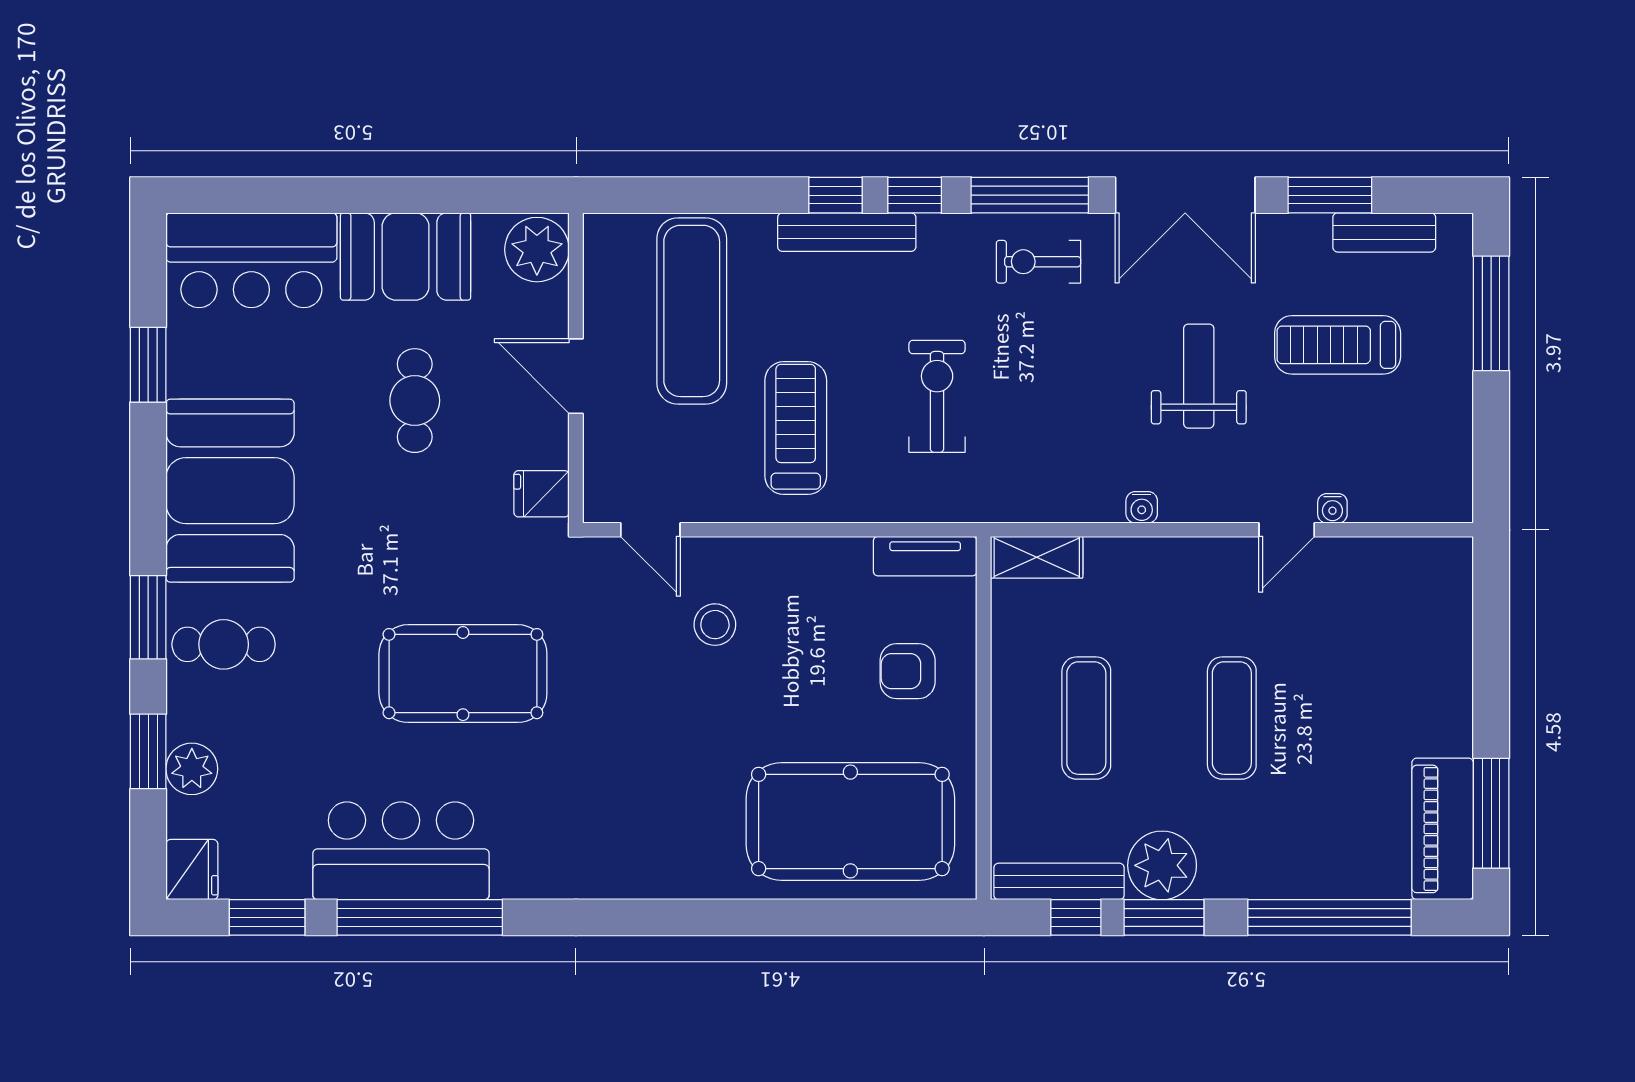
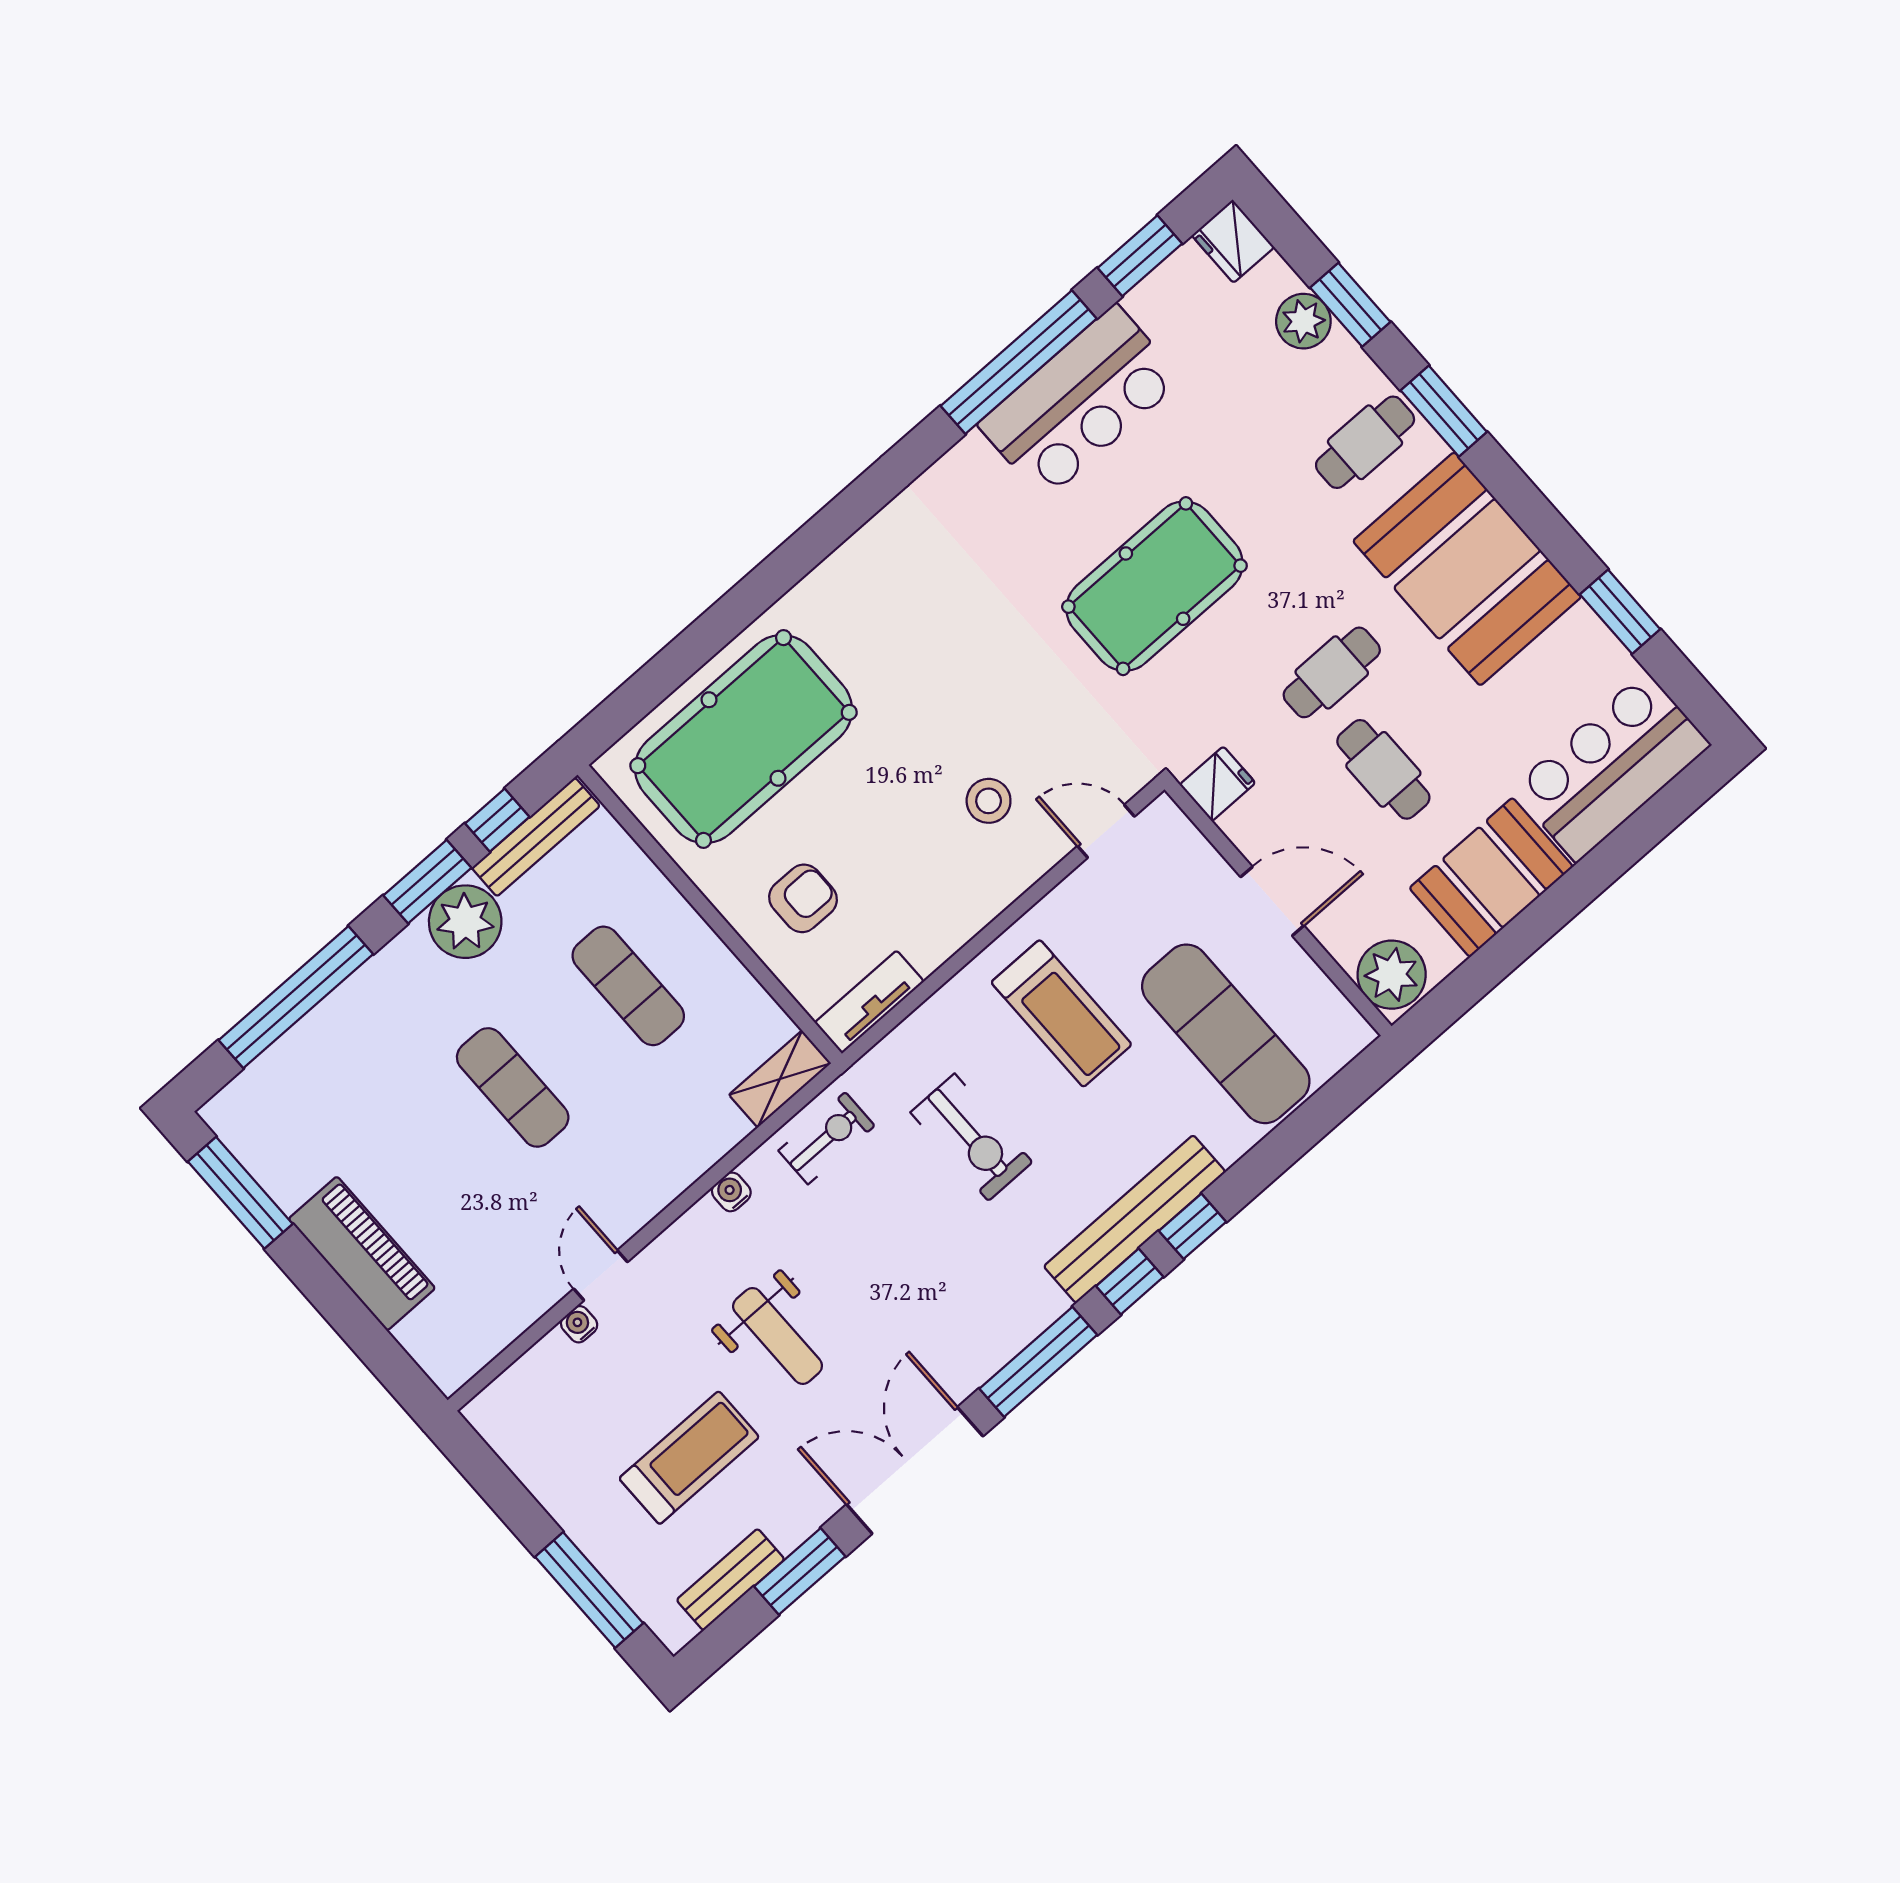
bench: (847, 232) -> (1135, 1219), width x1.37, depth x1.21
exercise bike: (1038, 262) -> (827, 1138), moved
cafe table: (391, 502) -> (1332, 672), added
piano: (1443, 829) -> (362, 1254), moved

